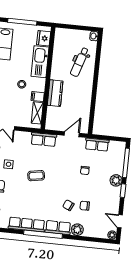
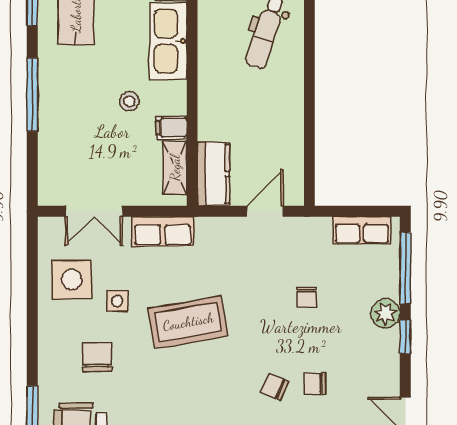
kitchen counter: (55, 93) -> (214, 174), moved
row of seats: (44, 139) -> (163, 231), moved
row of seats: (97, 145) -> (362, 230), moved
coffee table: (36, 176) -> (188, 322), width x1.86, depth x1.72

